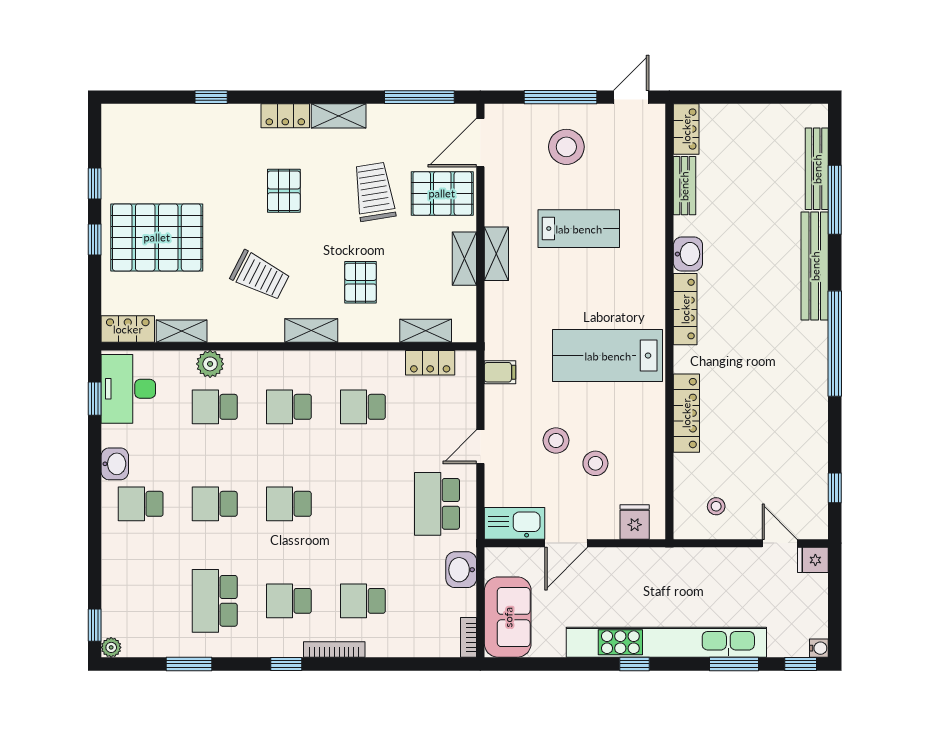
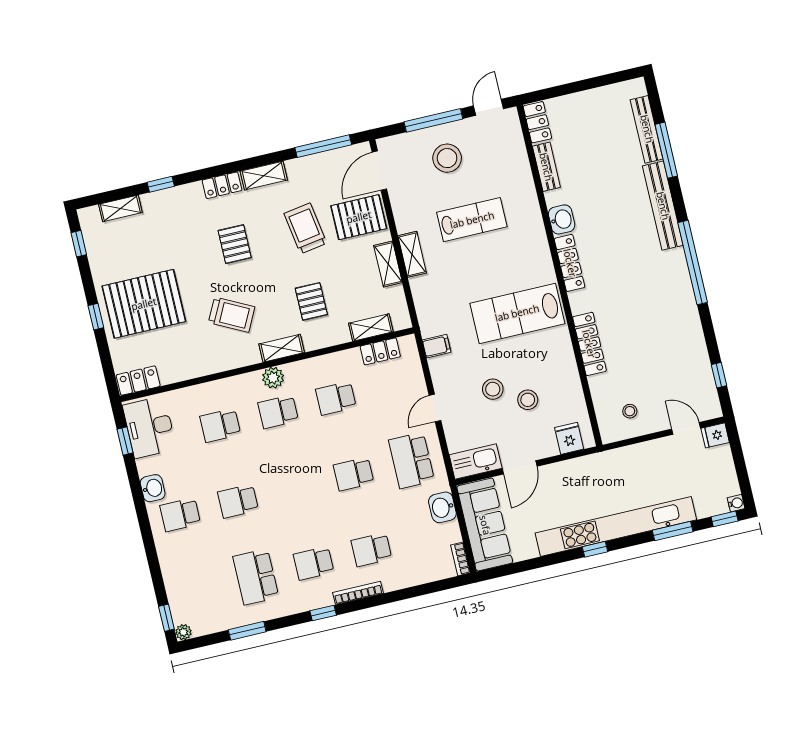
window: (95, 183) -> (79, 244), moved
shelving: (182, 331) -> (120, 208), moved
plant: (210, 364) -> (273, 378), moved
school desk: (289, 504) -> (354, 474), moved
sofa: (508, 617) -> (485, 525), width x1.36

